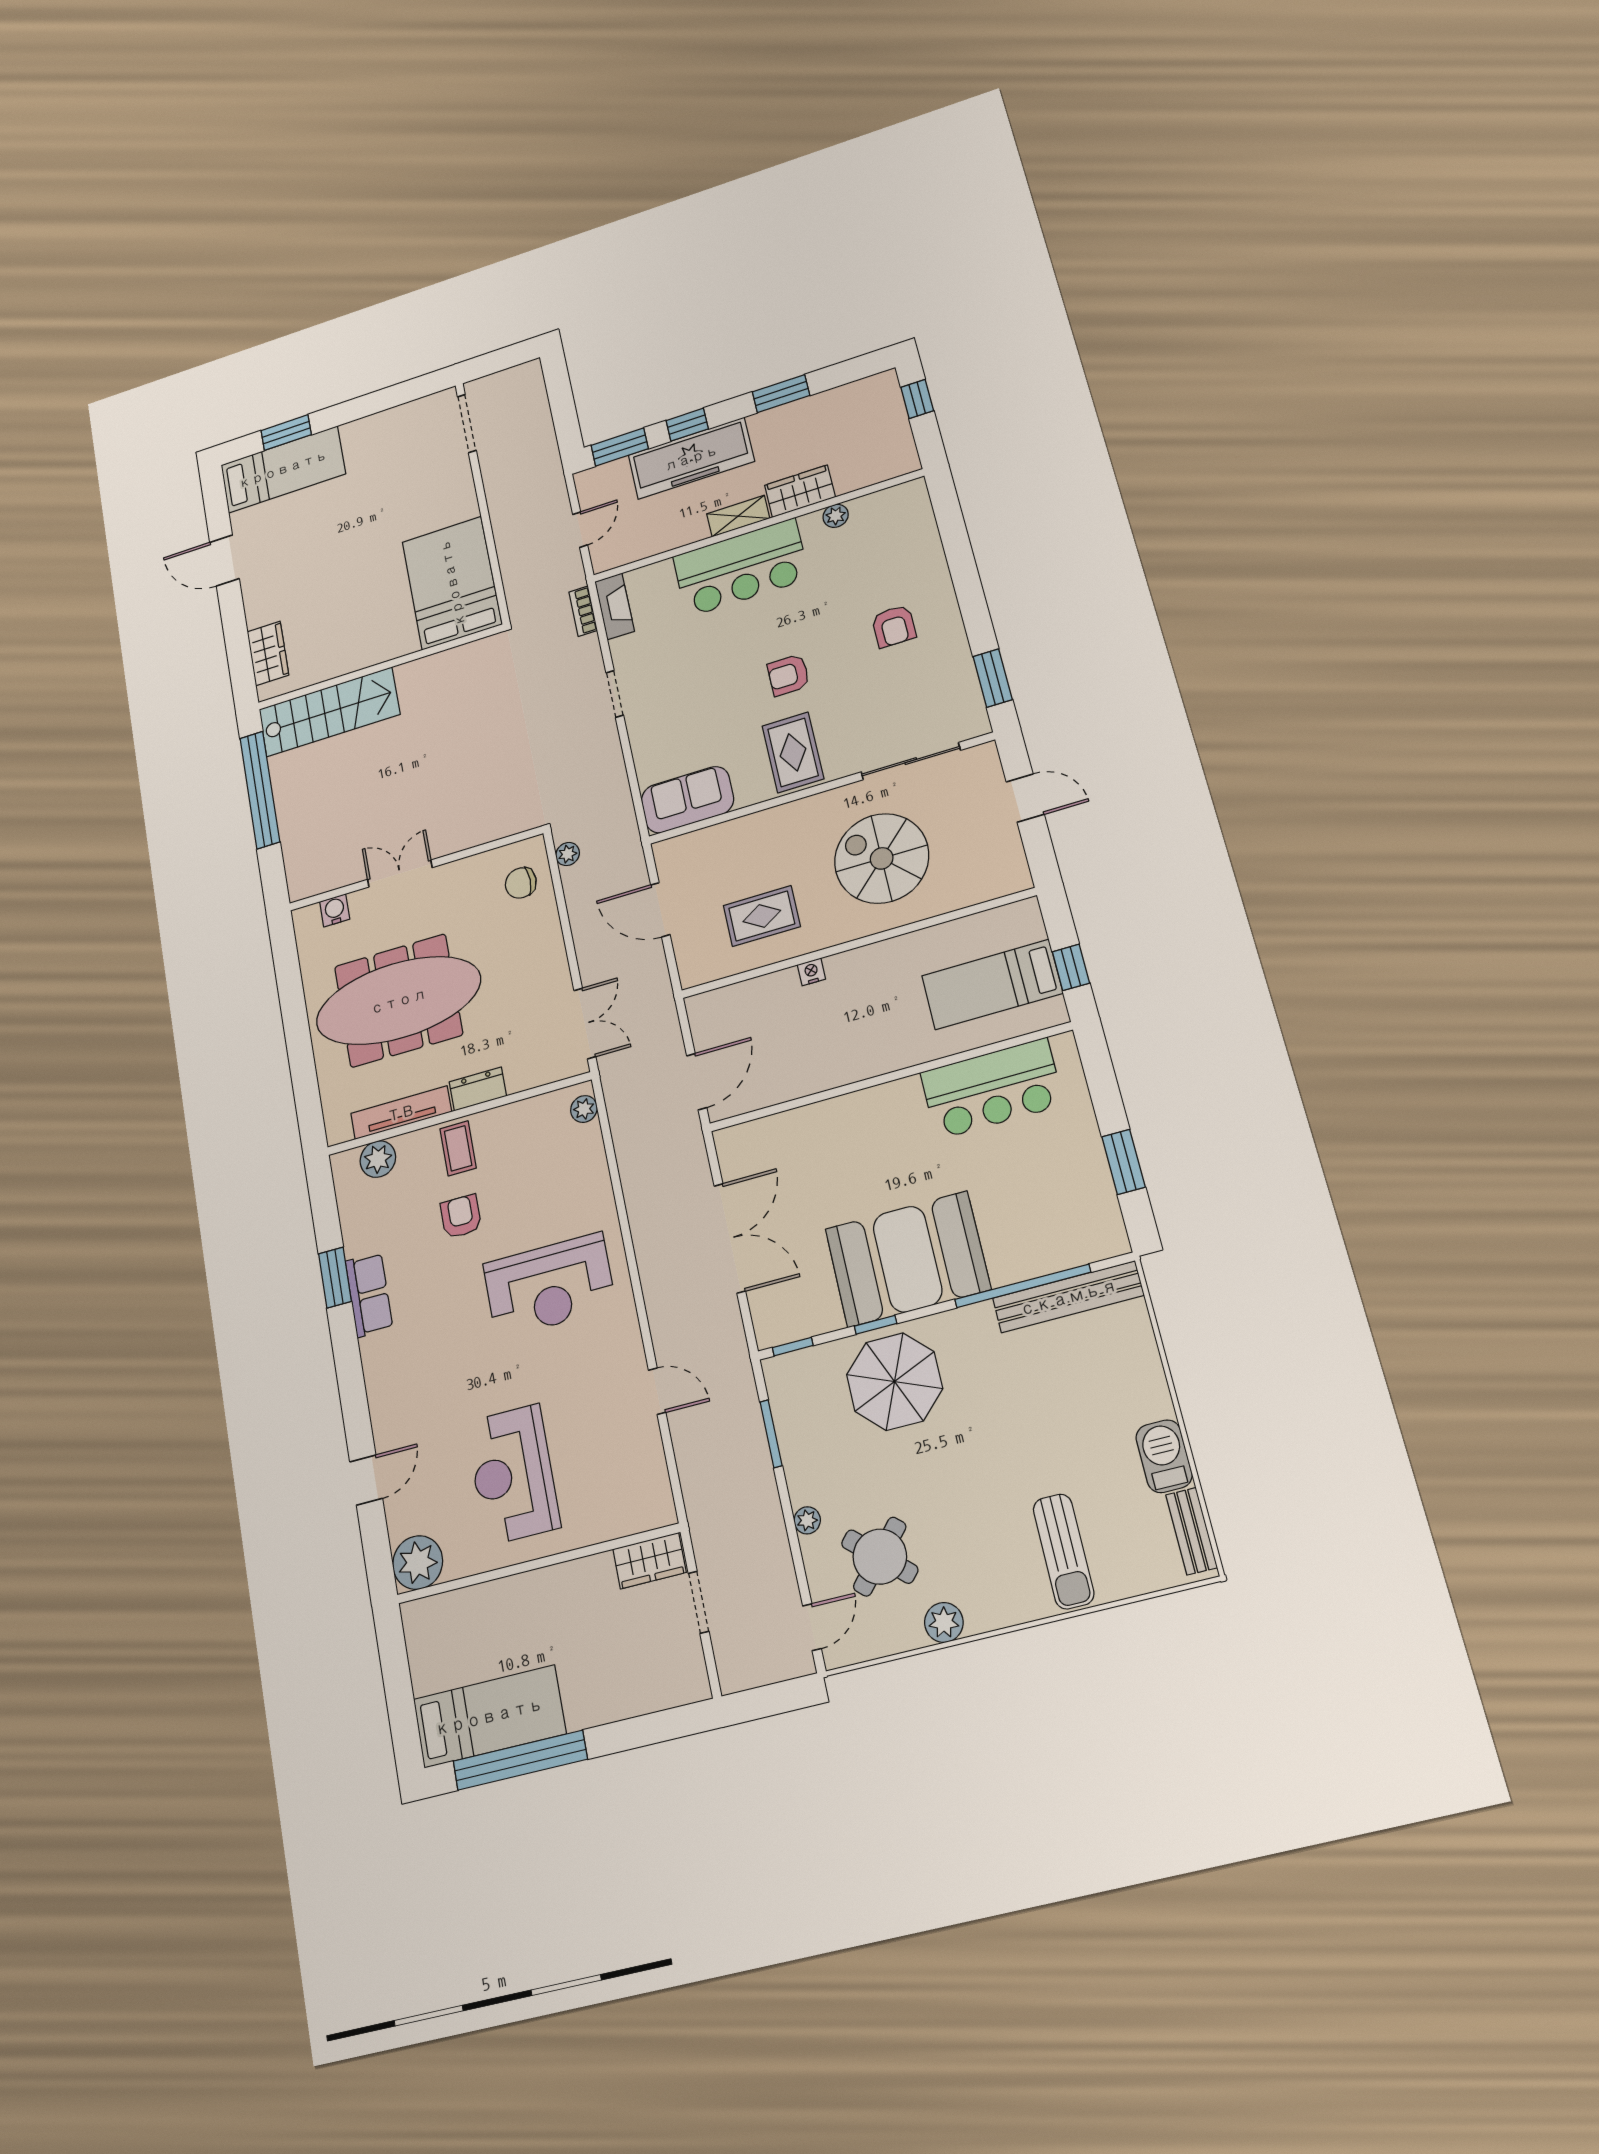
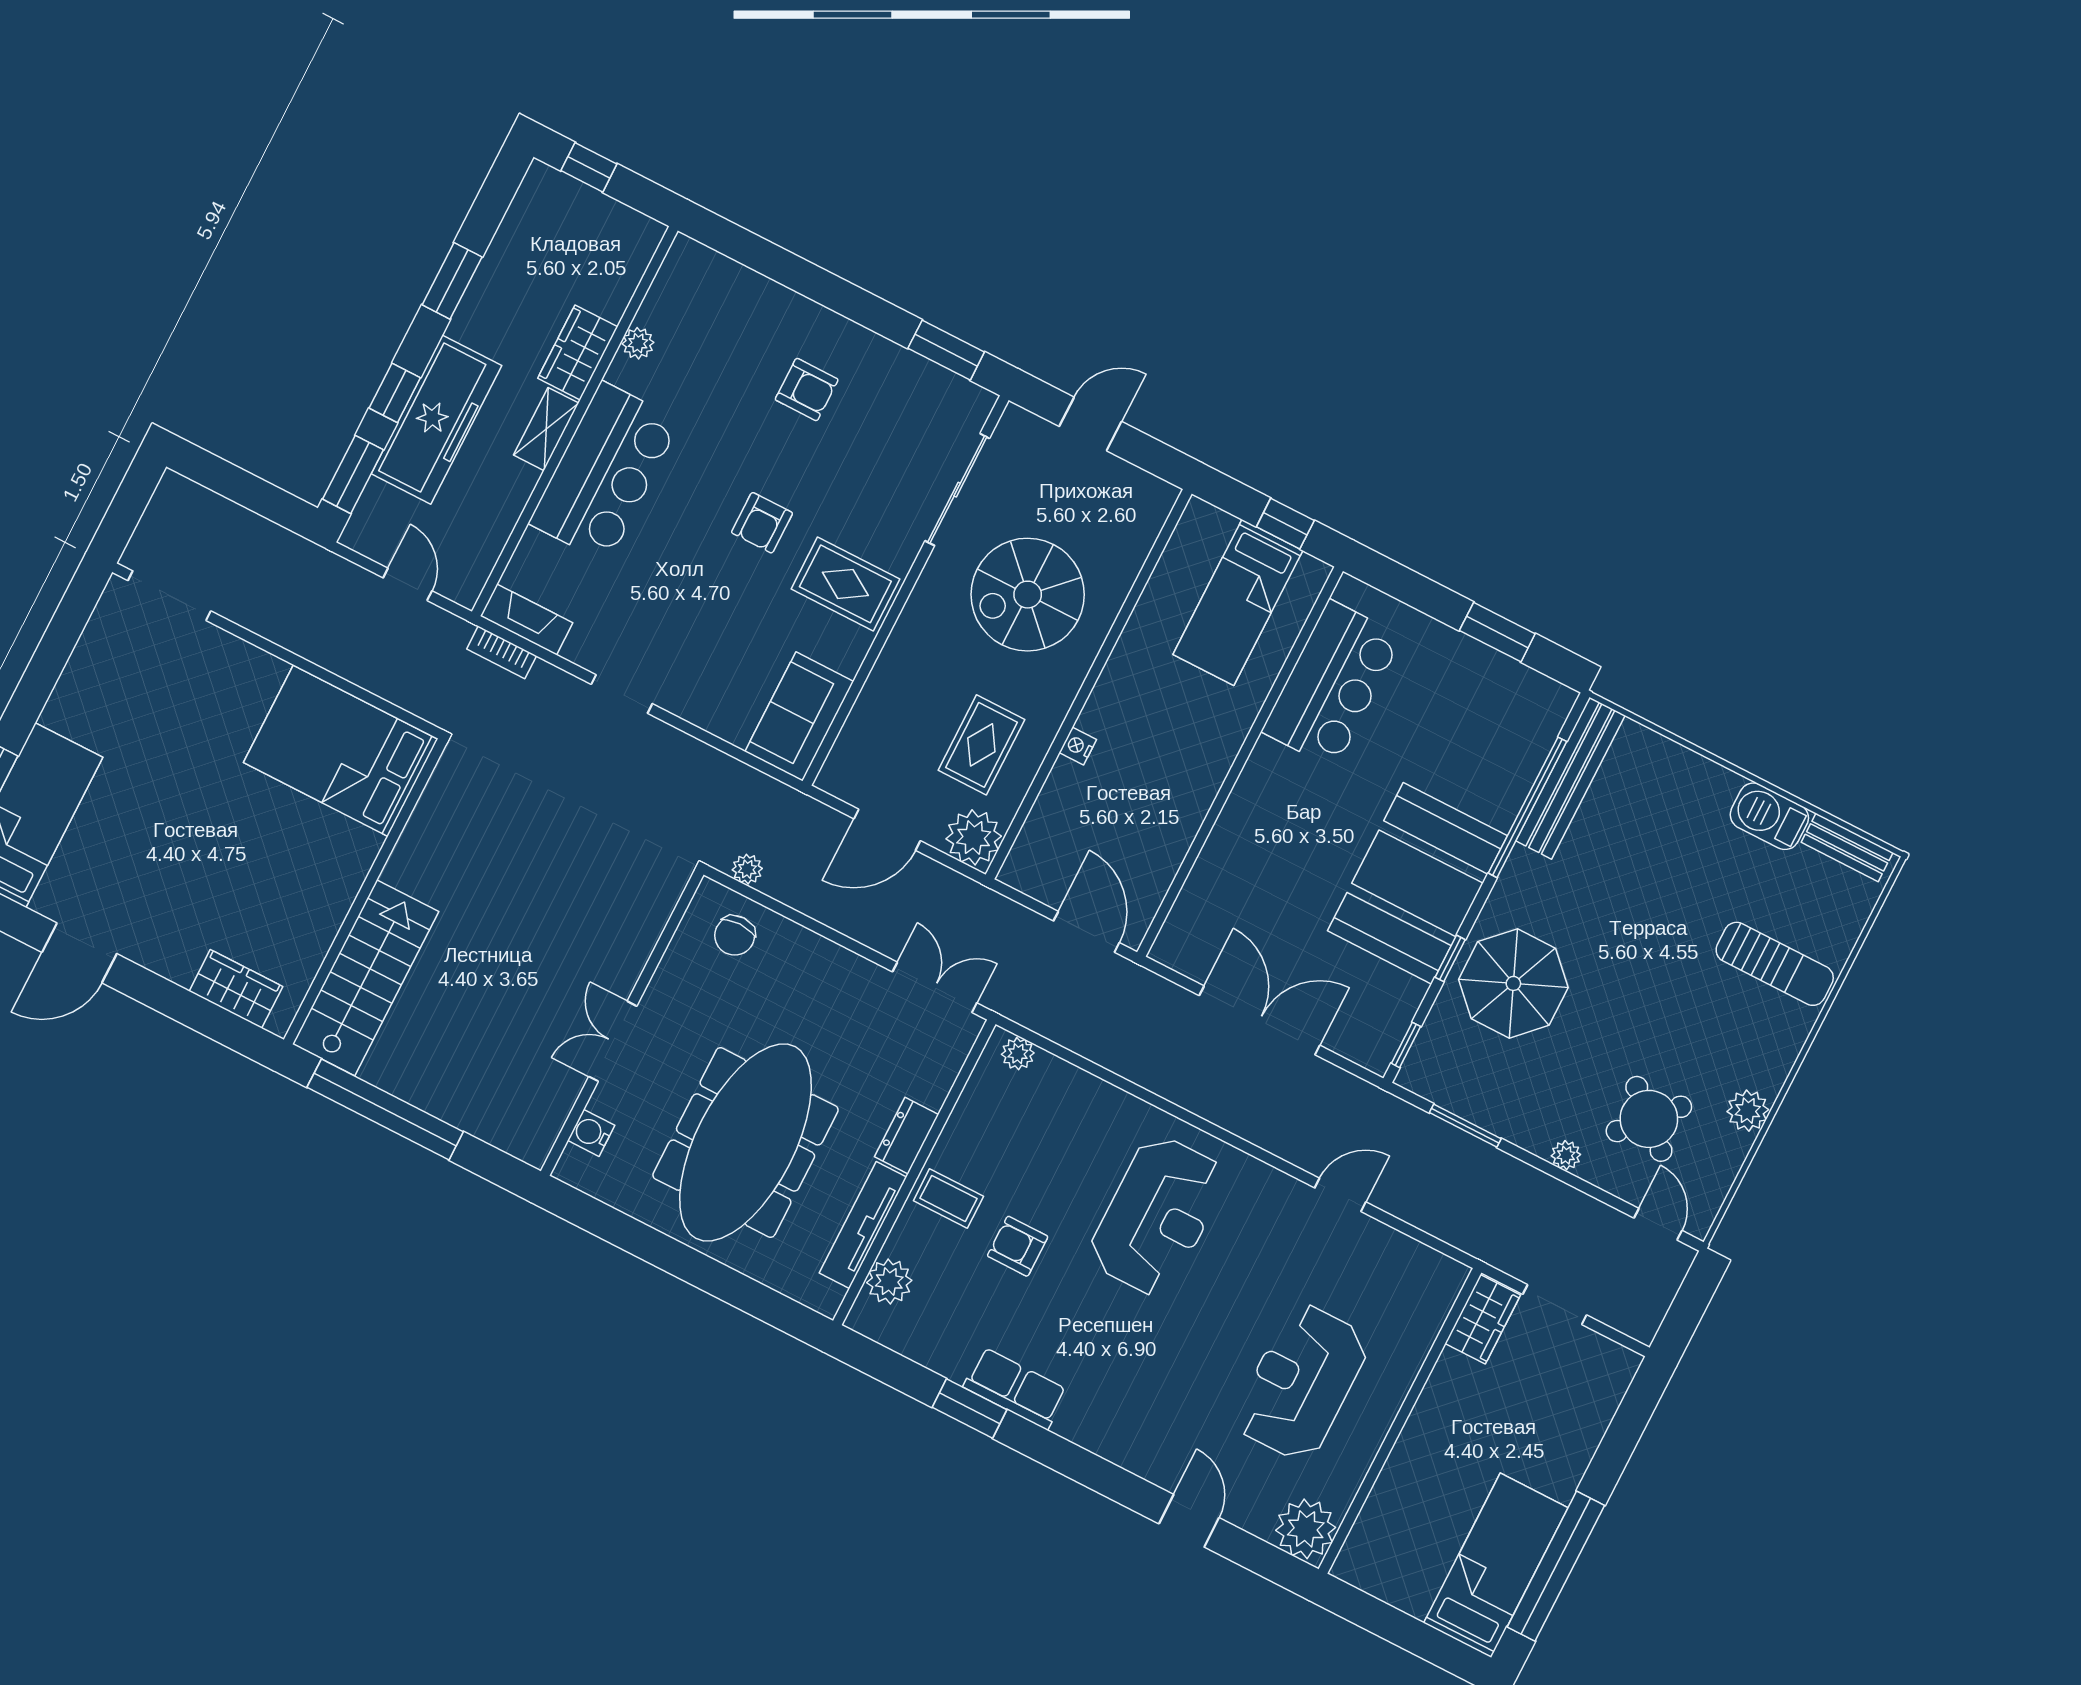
plant: (699, 963) -> (974, 837), added
reception desk: (513, 1474) -> (1301, 1382), turned 90

